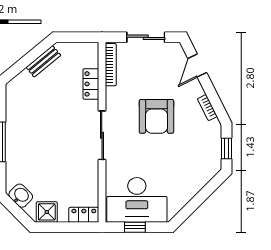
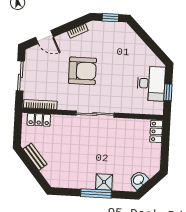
locker: (91, 84) -> (39, 120), moved
desk: (137, 200) -> (151, 84), width x0.73, depth x0.77
shower: (47, 212) -> (104, 182), moved

